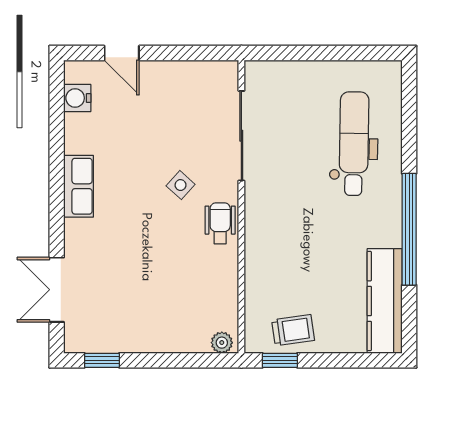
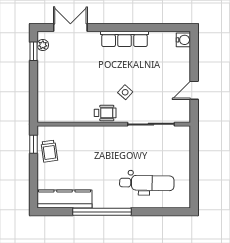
door: (122, 53) -> (194, 90), moved
water cooler: (77, 98) -> (183, 40), moved, turned 90
row of seats: (78, 186) -> (125, 39), width x1.48
plant: (222, 343) -> (43, 45), moved

